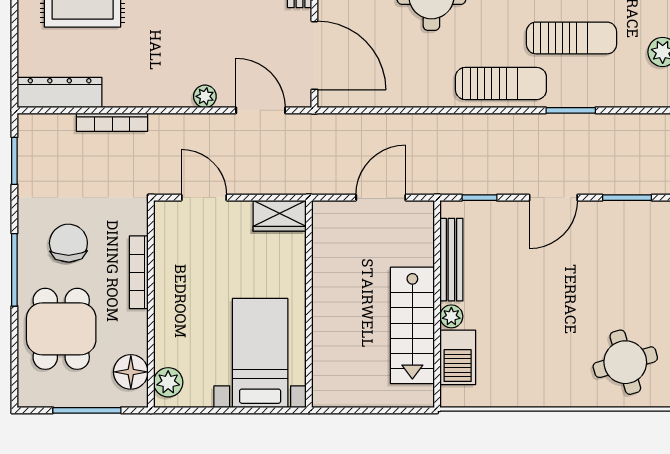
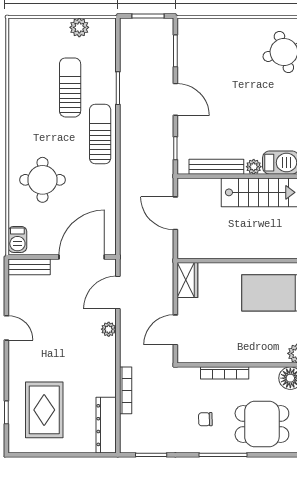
chair: (68, 243) -> (205, 419), width x0.54, depth x0.54

